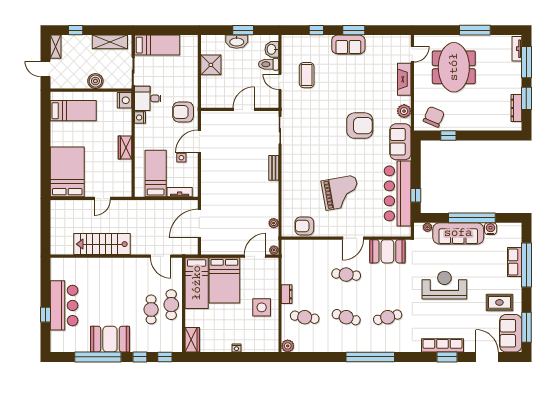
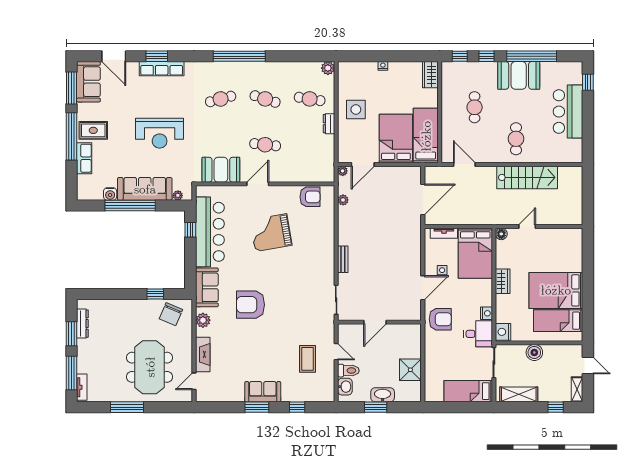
bed: (67, 172) -> (556, 290), moved, turned 90
bed: (156, 174) -> (475, 253), width x1.50
floor lamp: (126, 191) -> (501, 234), added
window: (526, 265) -> (72, 136), moved
rug: (499, 302) -> (93, 130), moved
cafe table: (171, 305) -> (516, 139), moved
window: (46, 315) -> (588, 82), moved

